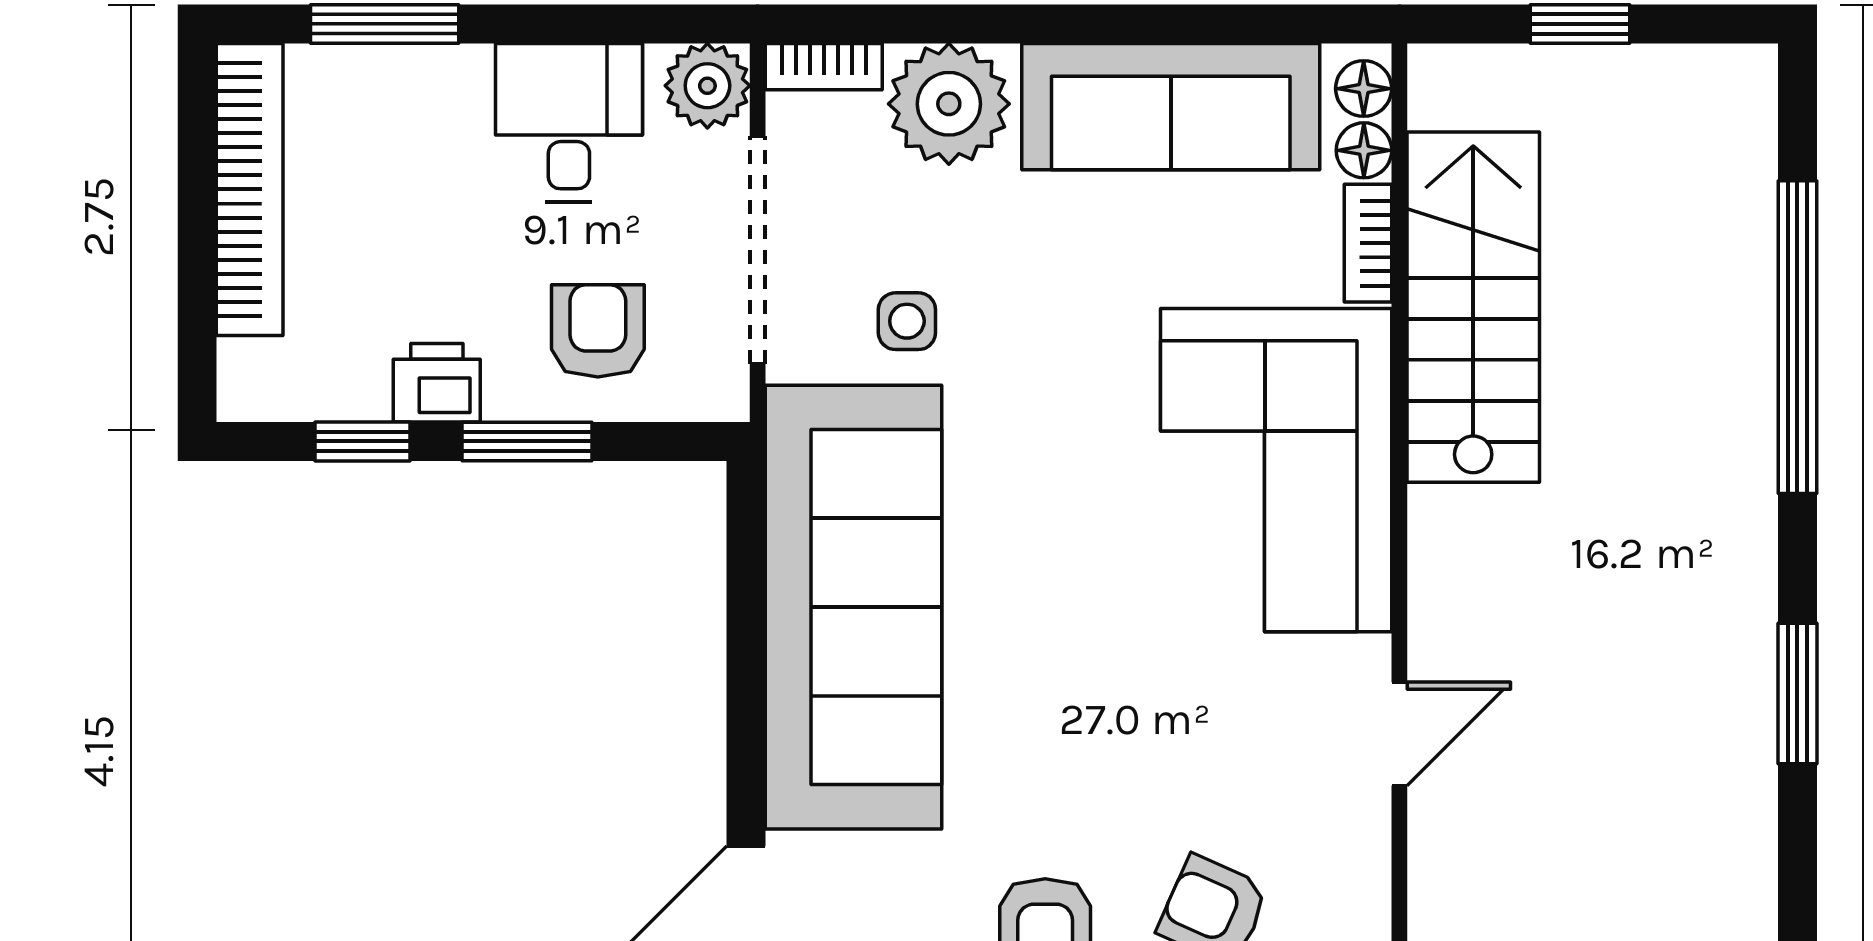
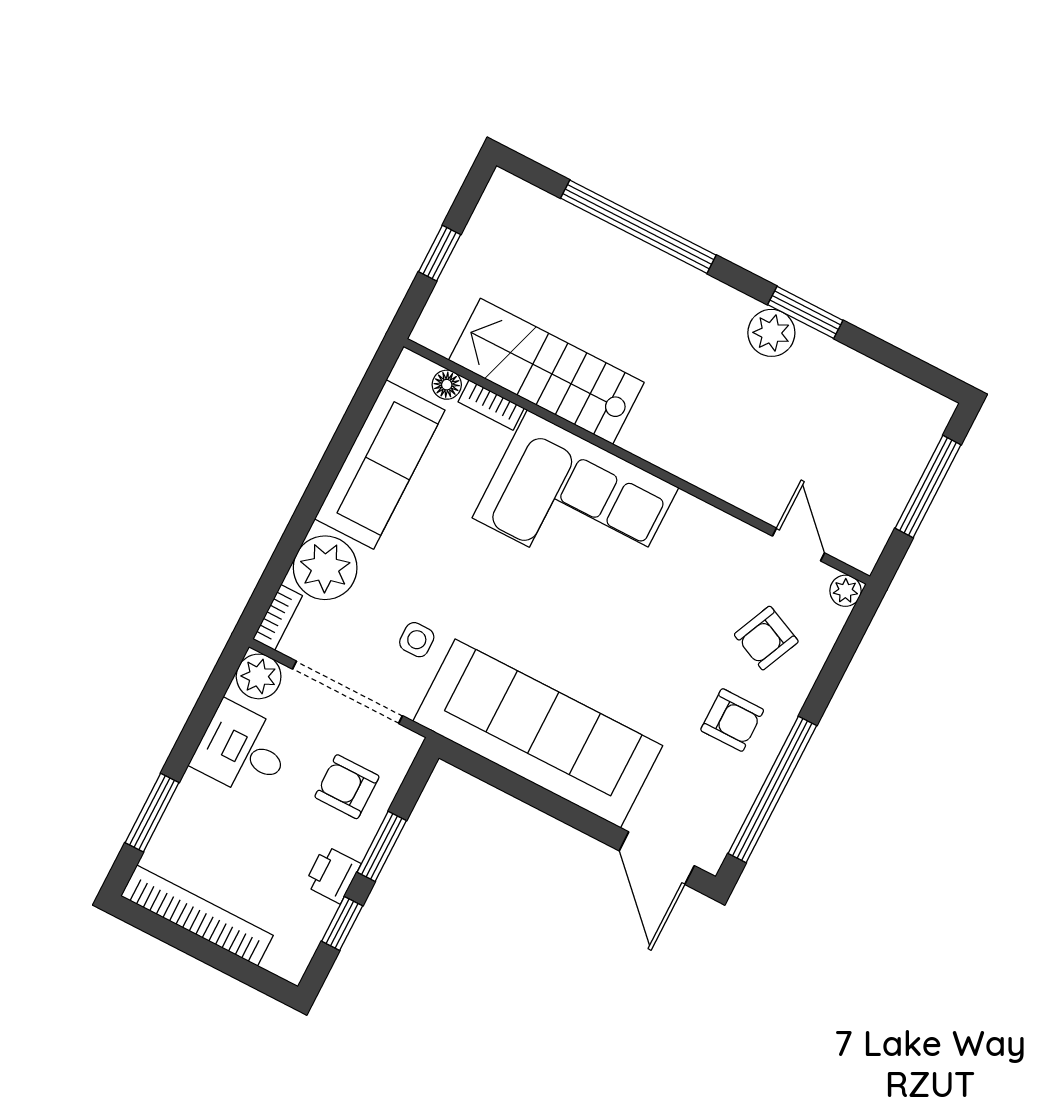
floor lamp: (1364, 89) -> (418, 370), removed
plant: (1733, 654) -> (771, 333), added
door: (1399, 734) -> (799, 545), moved

